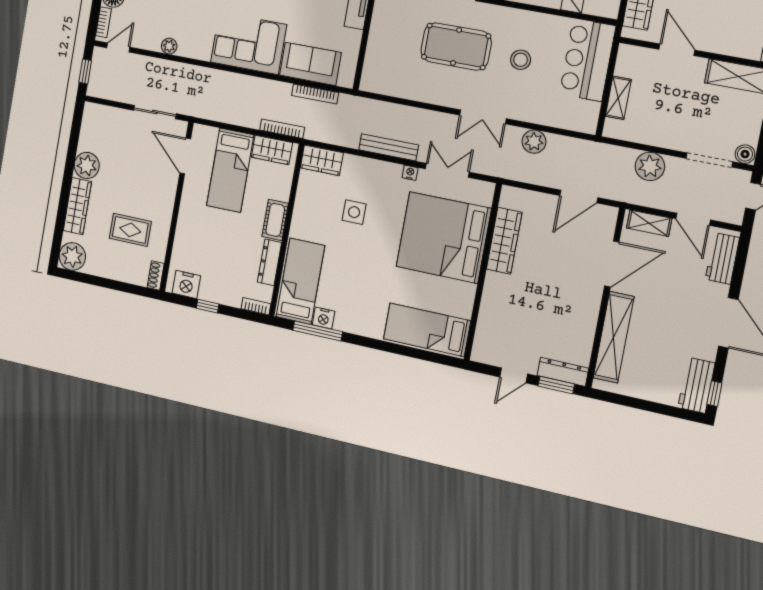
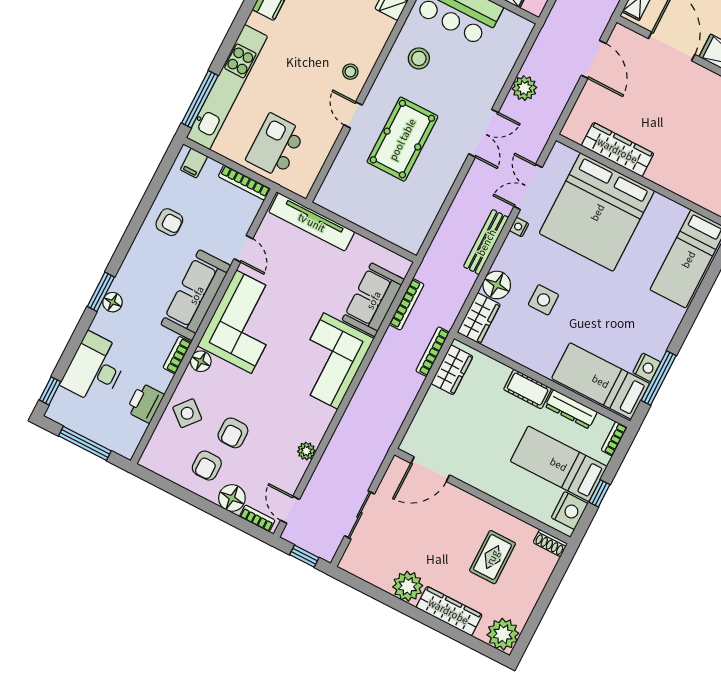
stool: (521, 60) -> (419, 58), moved
sliding door: (155, 112) -> (360, 515), moved
floor lamp: (355, 168) -> (497, 285), added
bed: (230, 170) -> (559, 464), moved, turned 180

